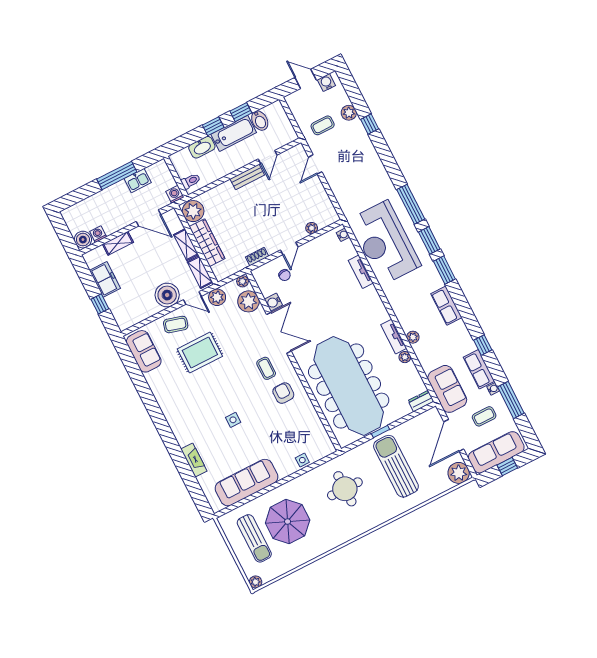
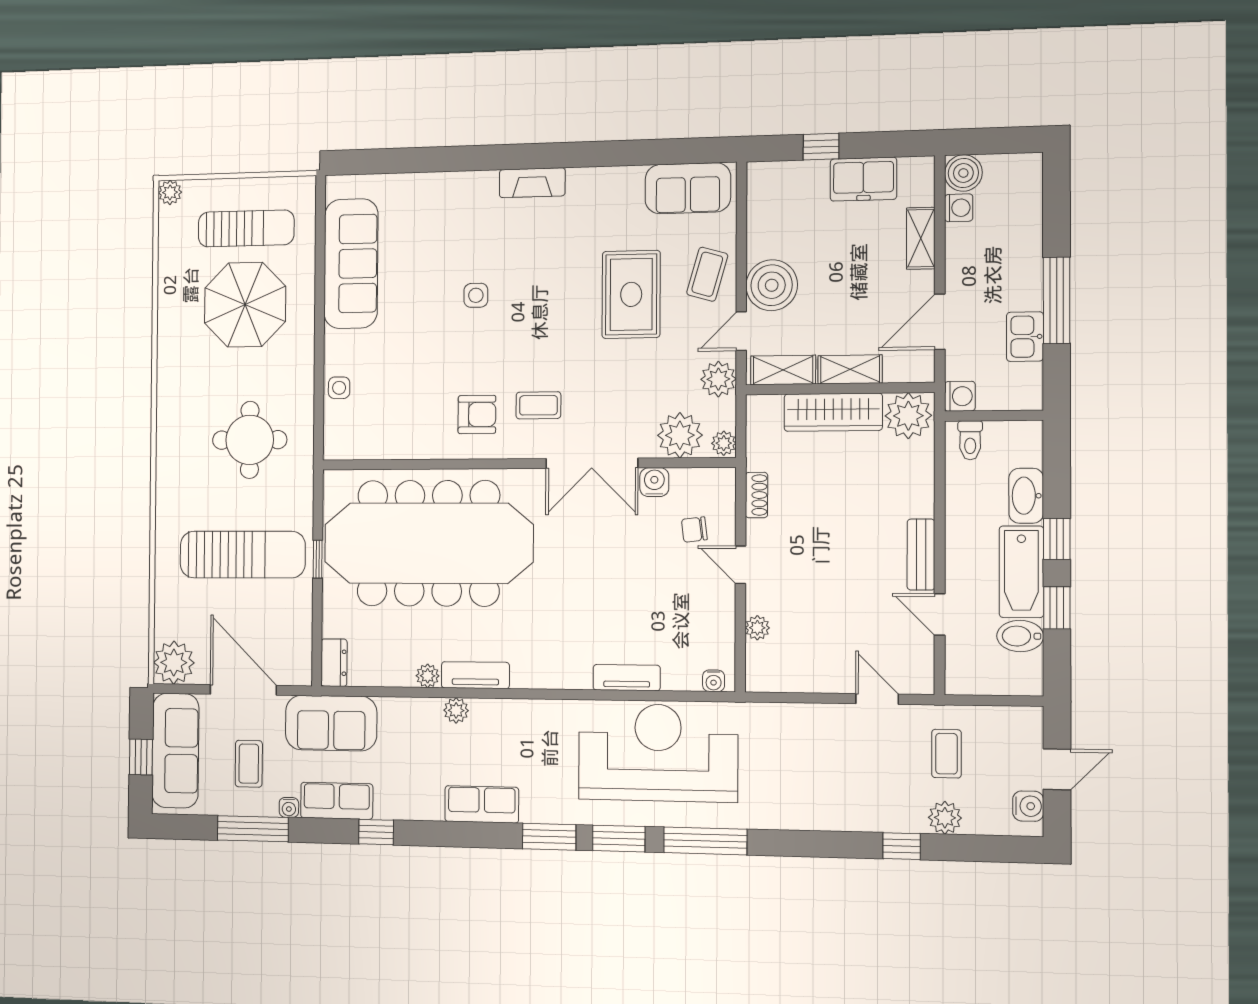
fireplace: (194, 460) -> (532, 183), moved
sun lounger: (254, 538) -> (246, 228), turned 180

